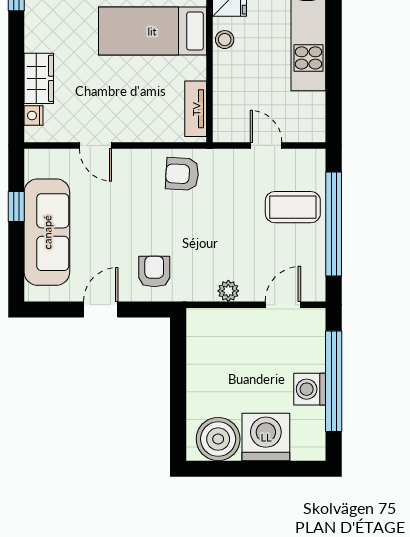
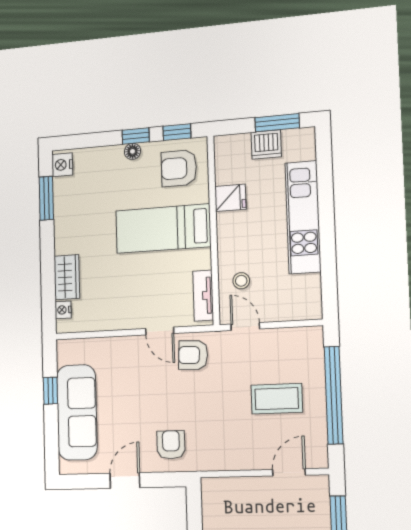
stool: (225, 40) -> (241, 281), moved
door: (96, 145) -> (160, 331), moved
door: (266, 145) -> (245, 326), moved
coffee table: (293, 207) -> (277, 399), moved
plant: (228, 291) -> (238, 461), removed

